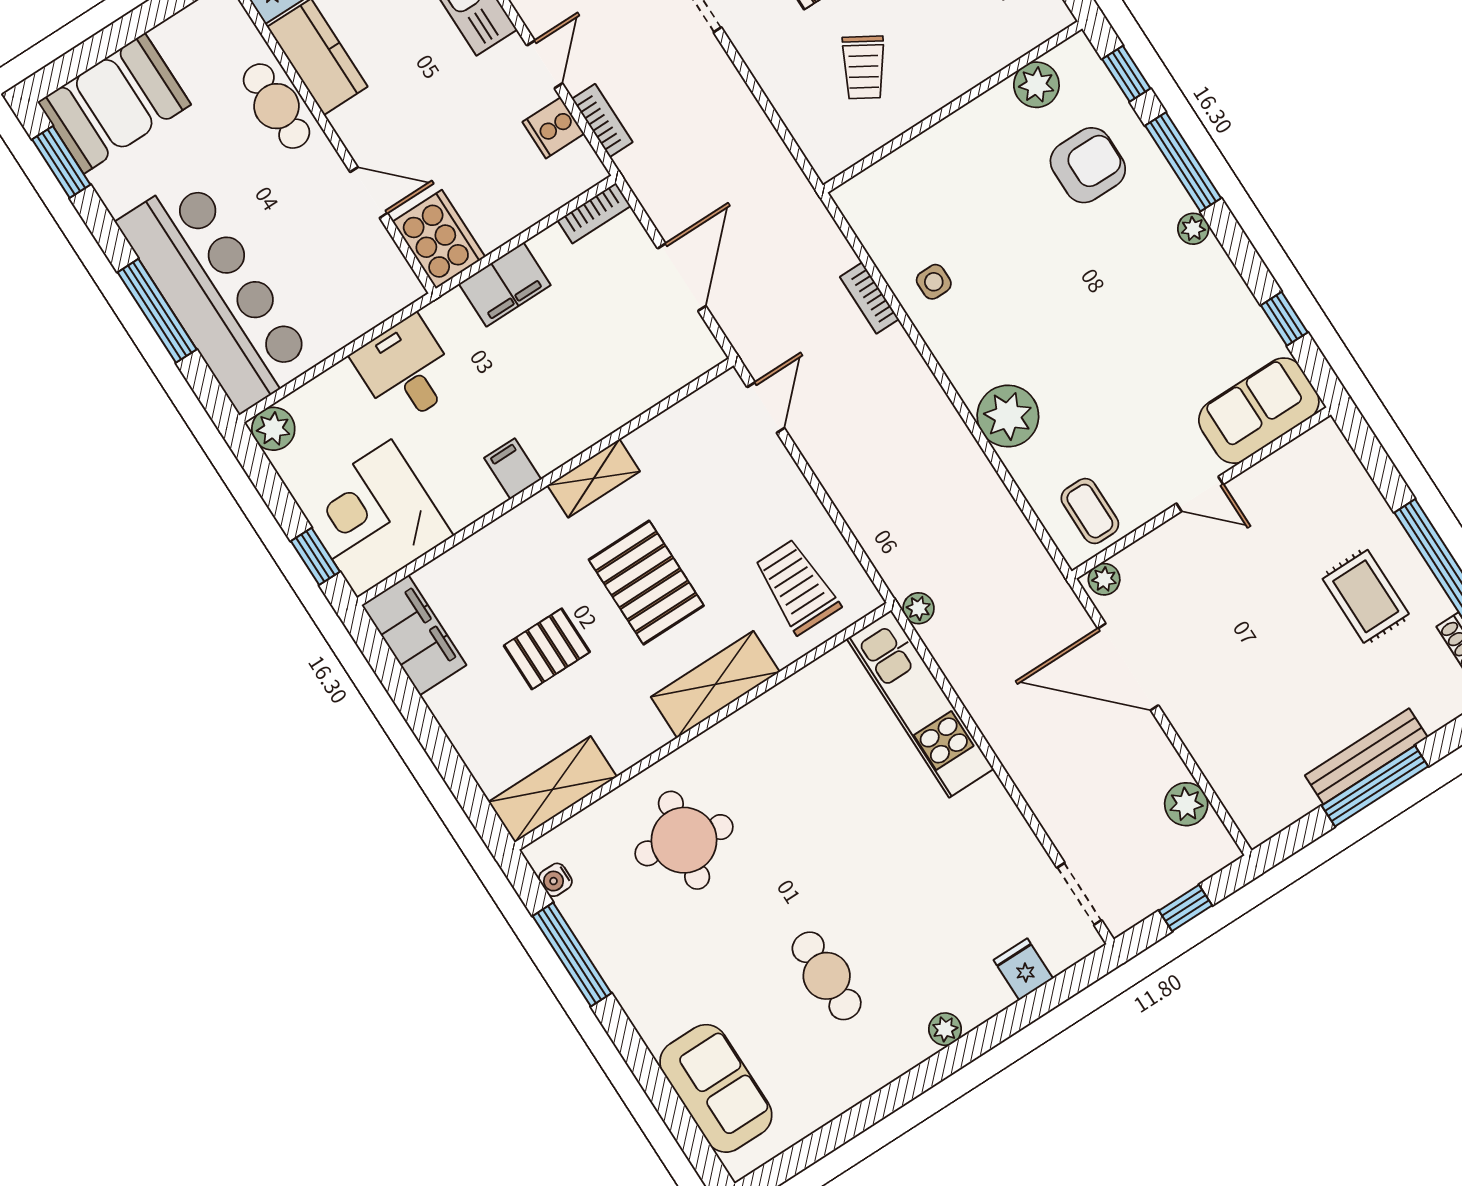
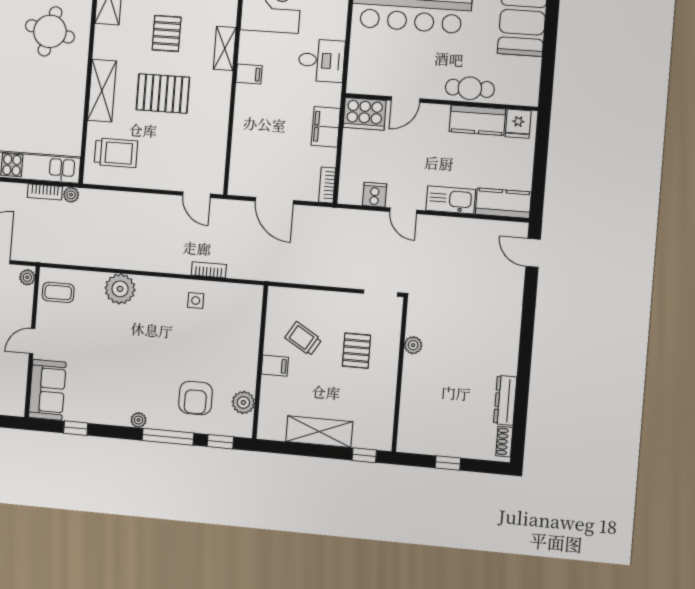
filing cabinet: (940, 80) -> (275, 366), added
bookcase: (602, 120) -> (45, 192), moved
shelving: (594, 478) -> (225, 48), moved

